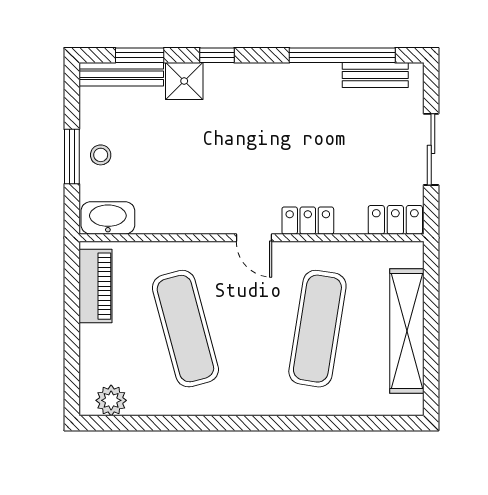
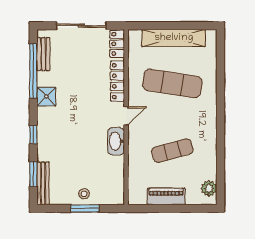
shower: (184, 81) -> (46, 96), moved
sliding door: (431, 149) -> (81, 26), width x1.37
washbasin: (108, 218) -> (116, 141), moved
locker: (308, 221) -> (117, 81), width x1.53
piano: (95, 286) -> (166, 196), moved
exercise mat: (185, 329) -> (172, 151), width x0.73, depth x0.69

